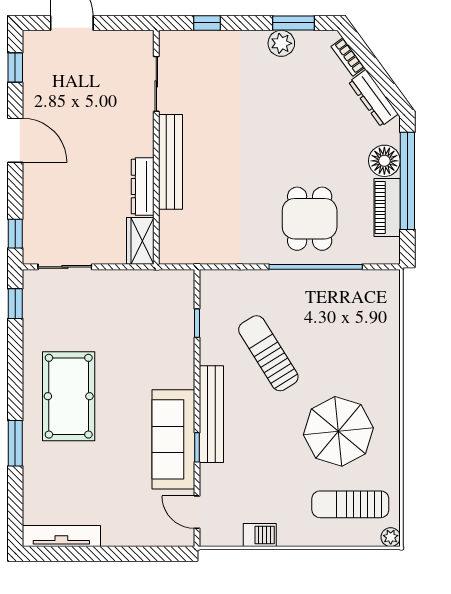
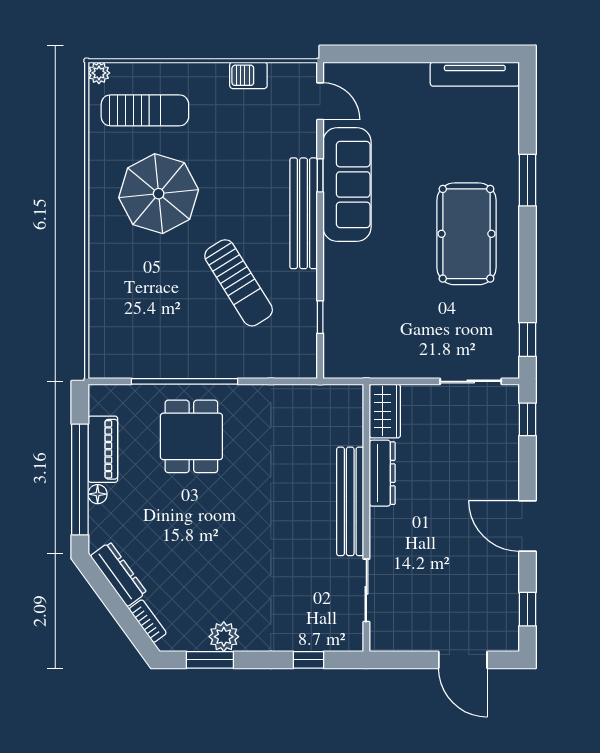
floor lamp: (384, 161) -> (98, 494), width x0.53, depth x0.53

